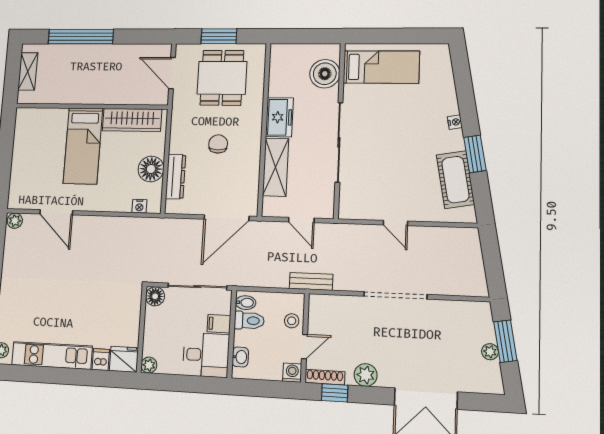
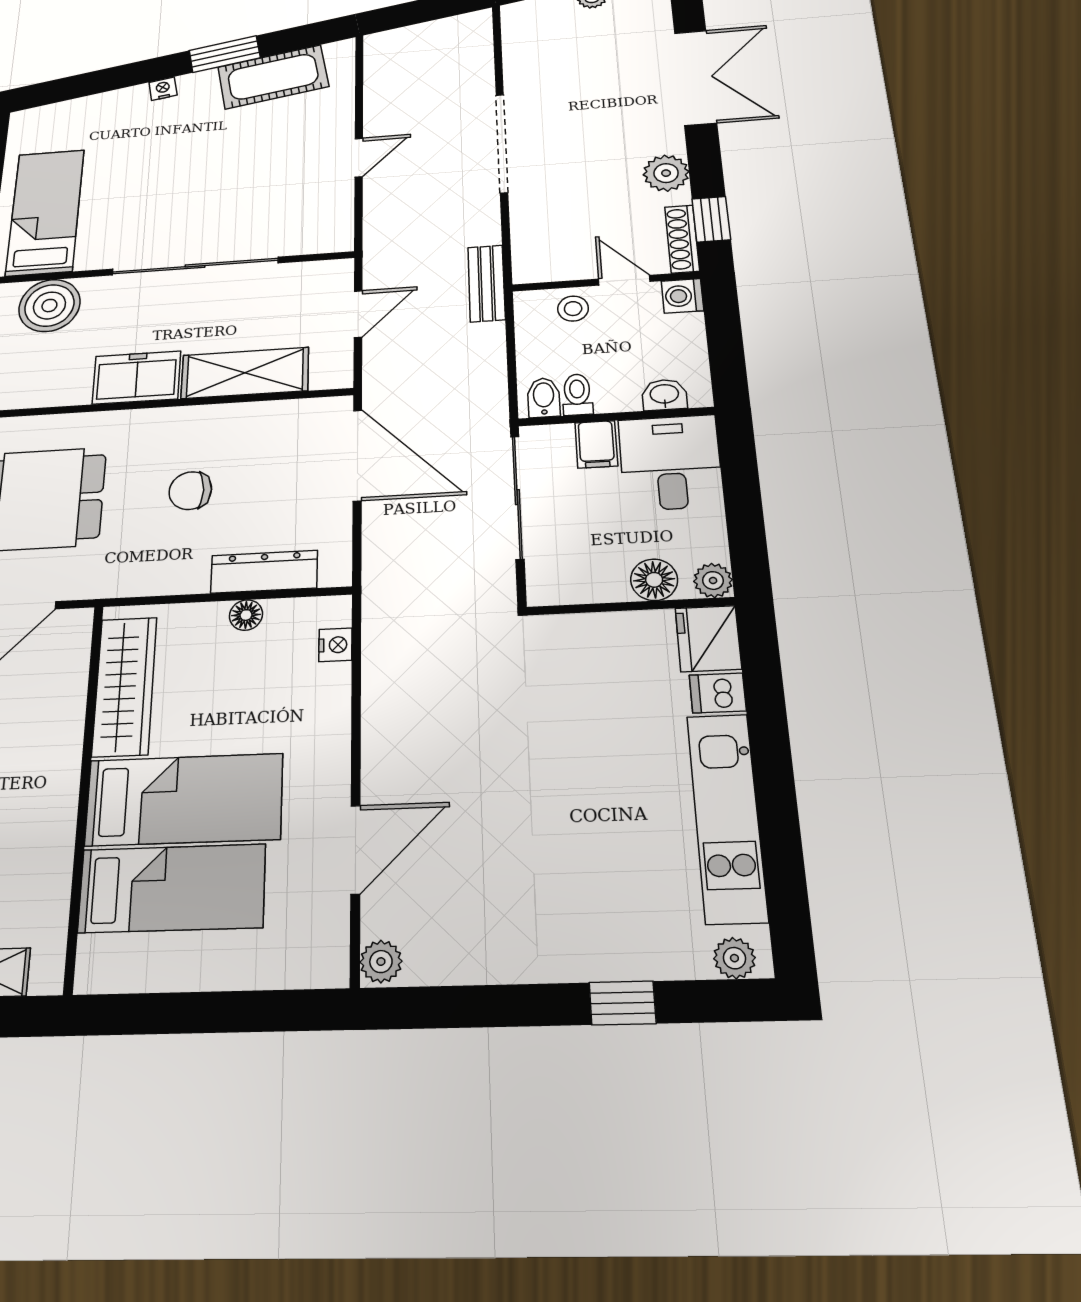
bed: (50, 142) -> (172, 888), added
floor lamp: (151, 169) -> (246, 615), width x0.53, depth x0.53
floor lamp: (155, 296) -> (654, 580), moved
toilet: (249, 321) -> (577, 395), width x0.73, depth x0.72

